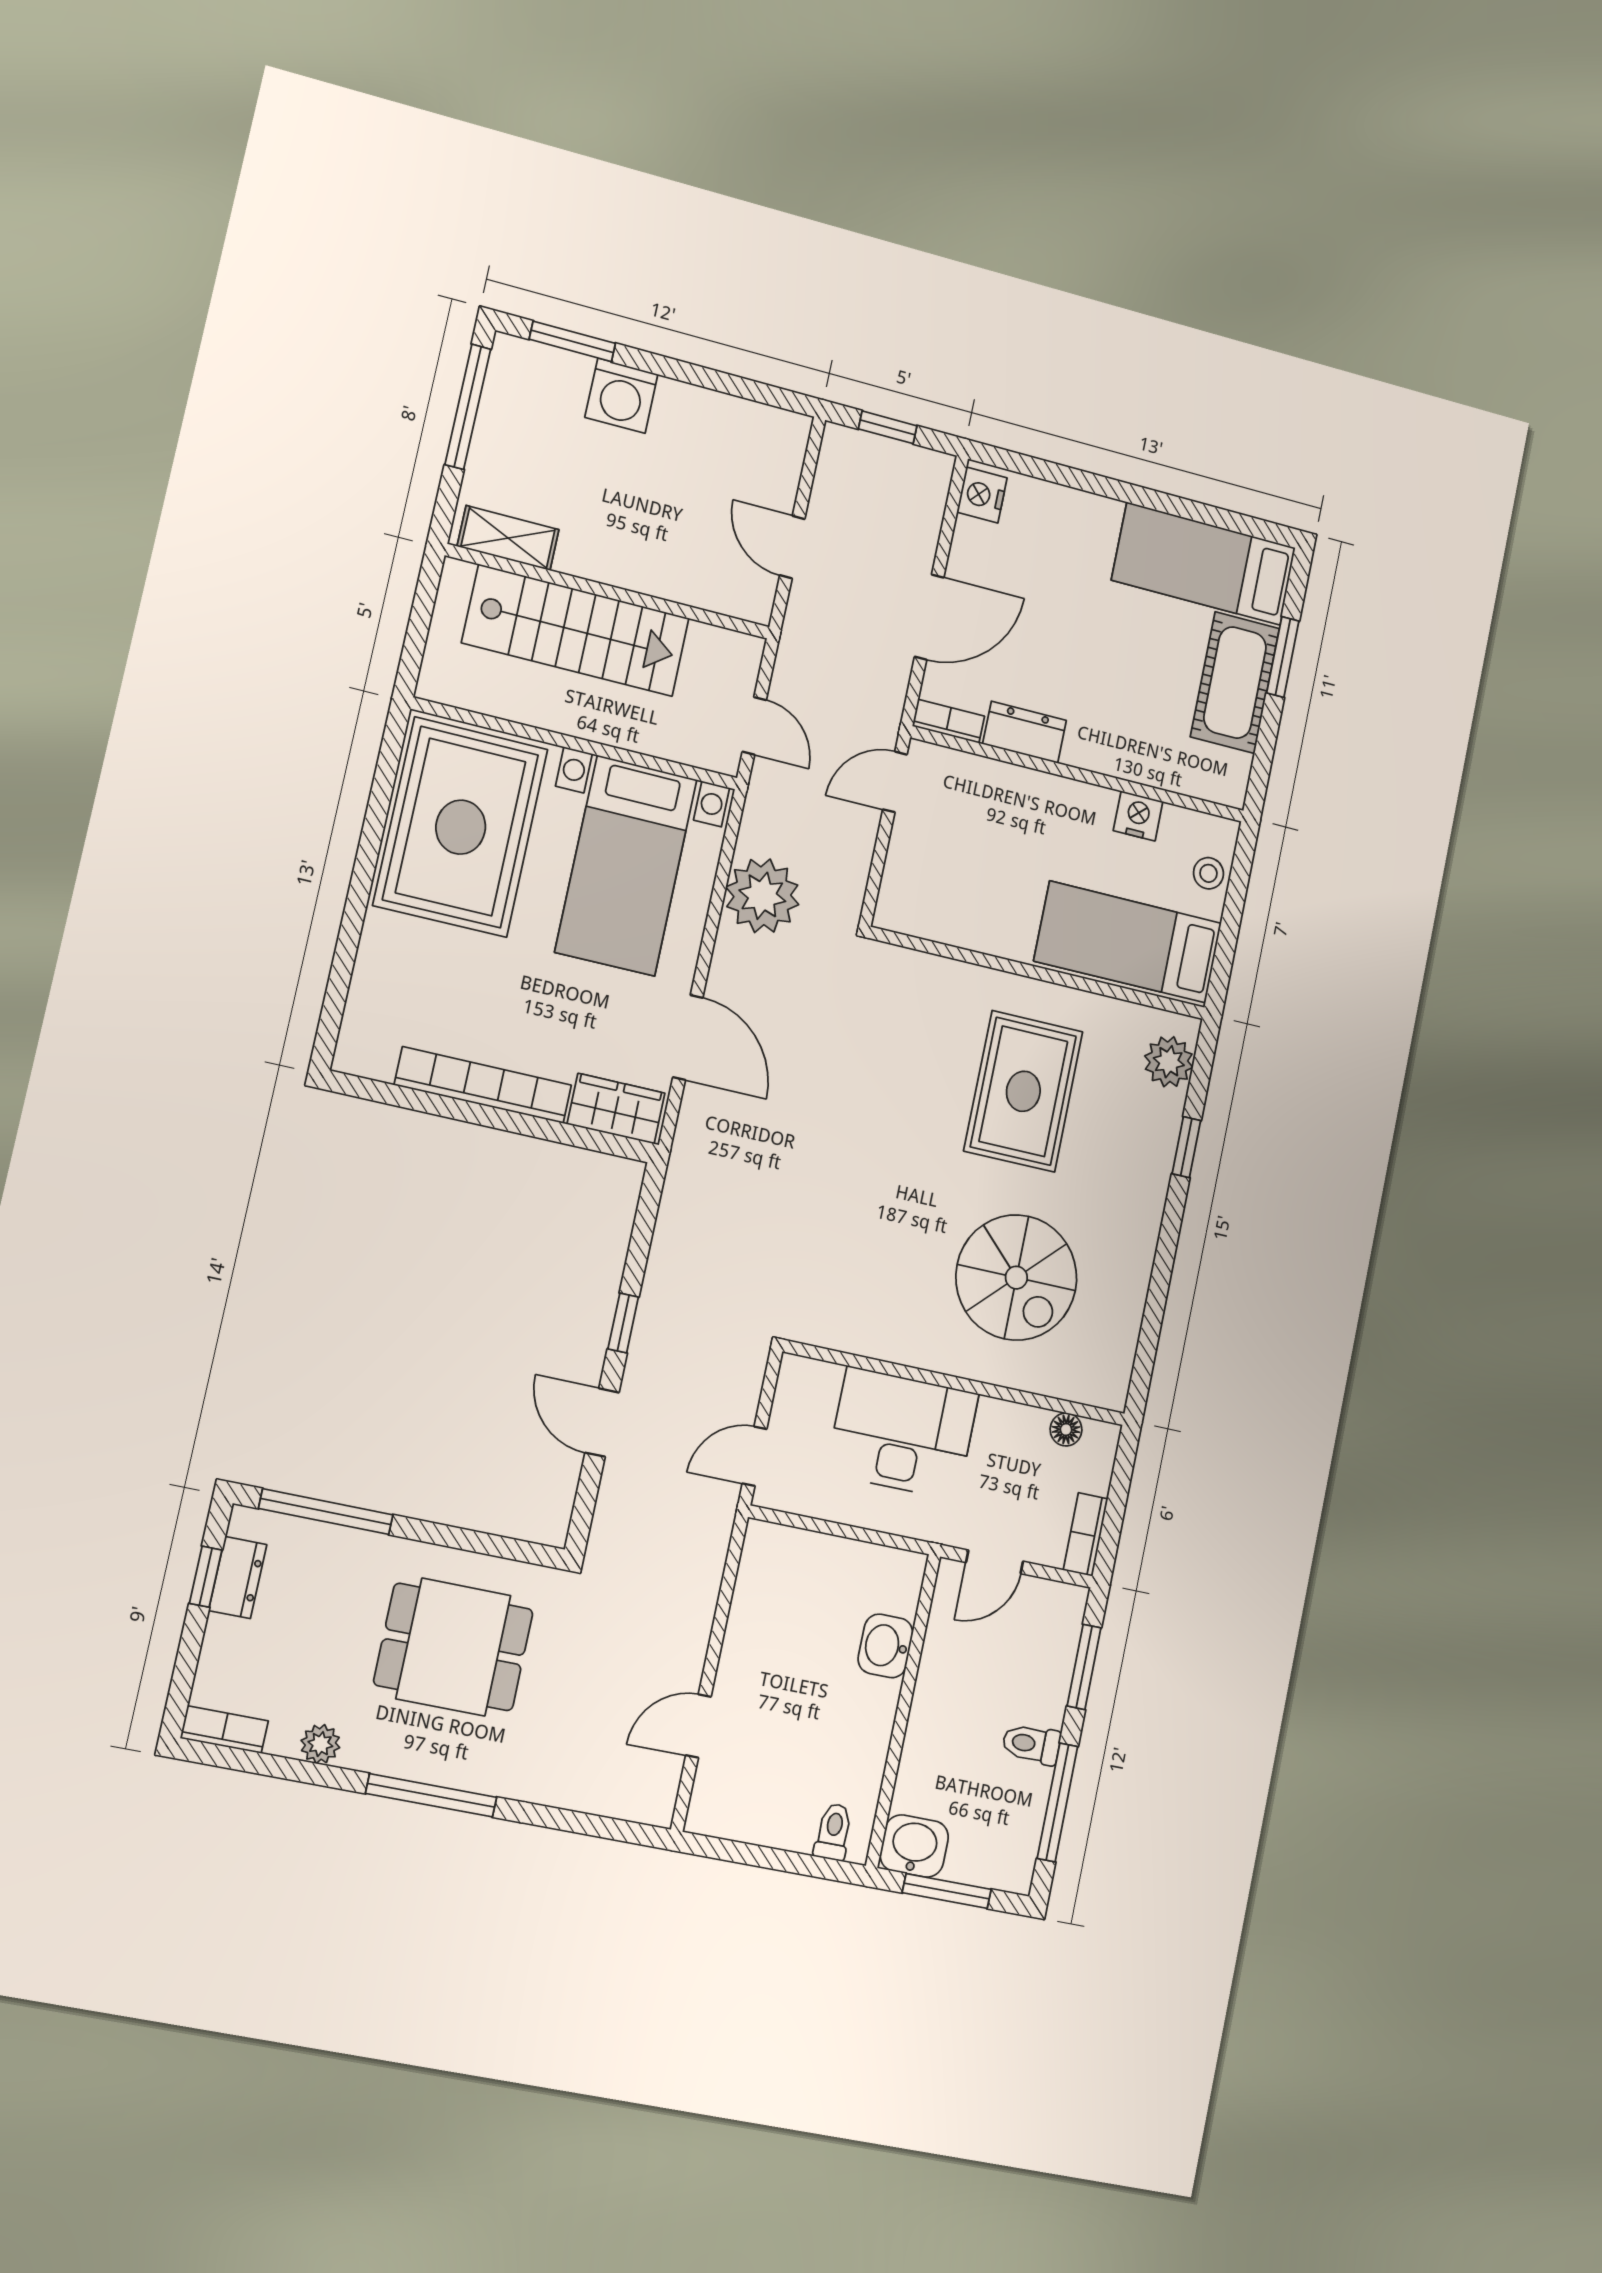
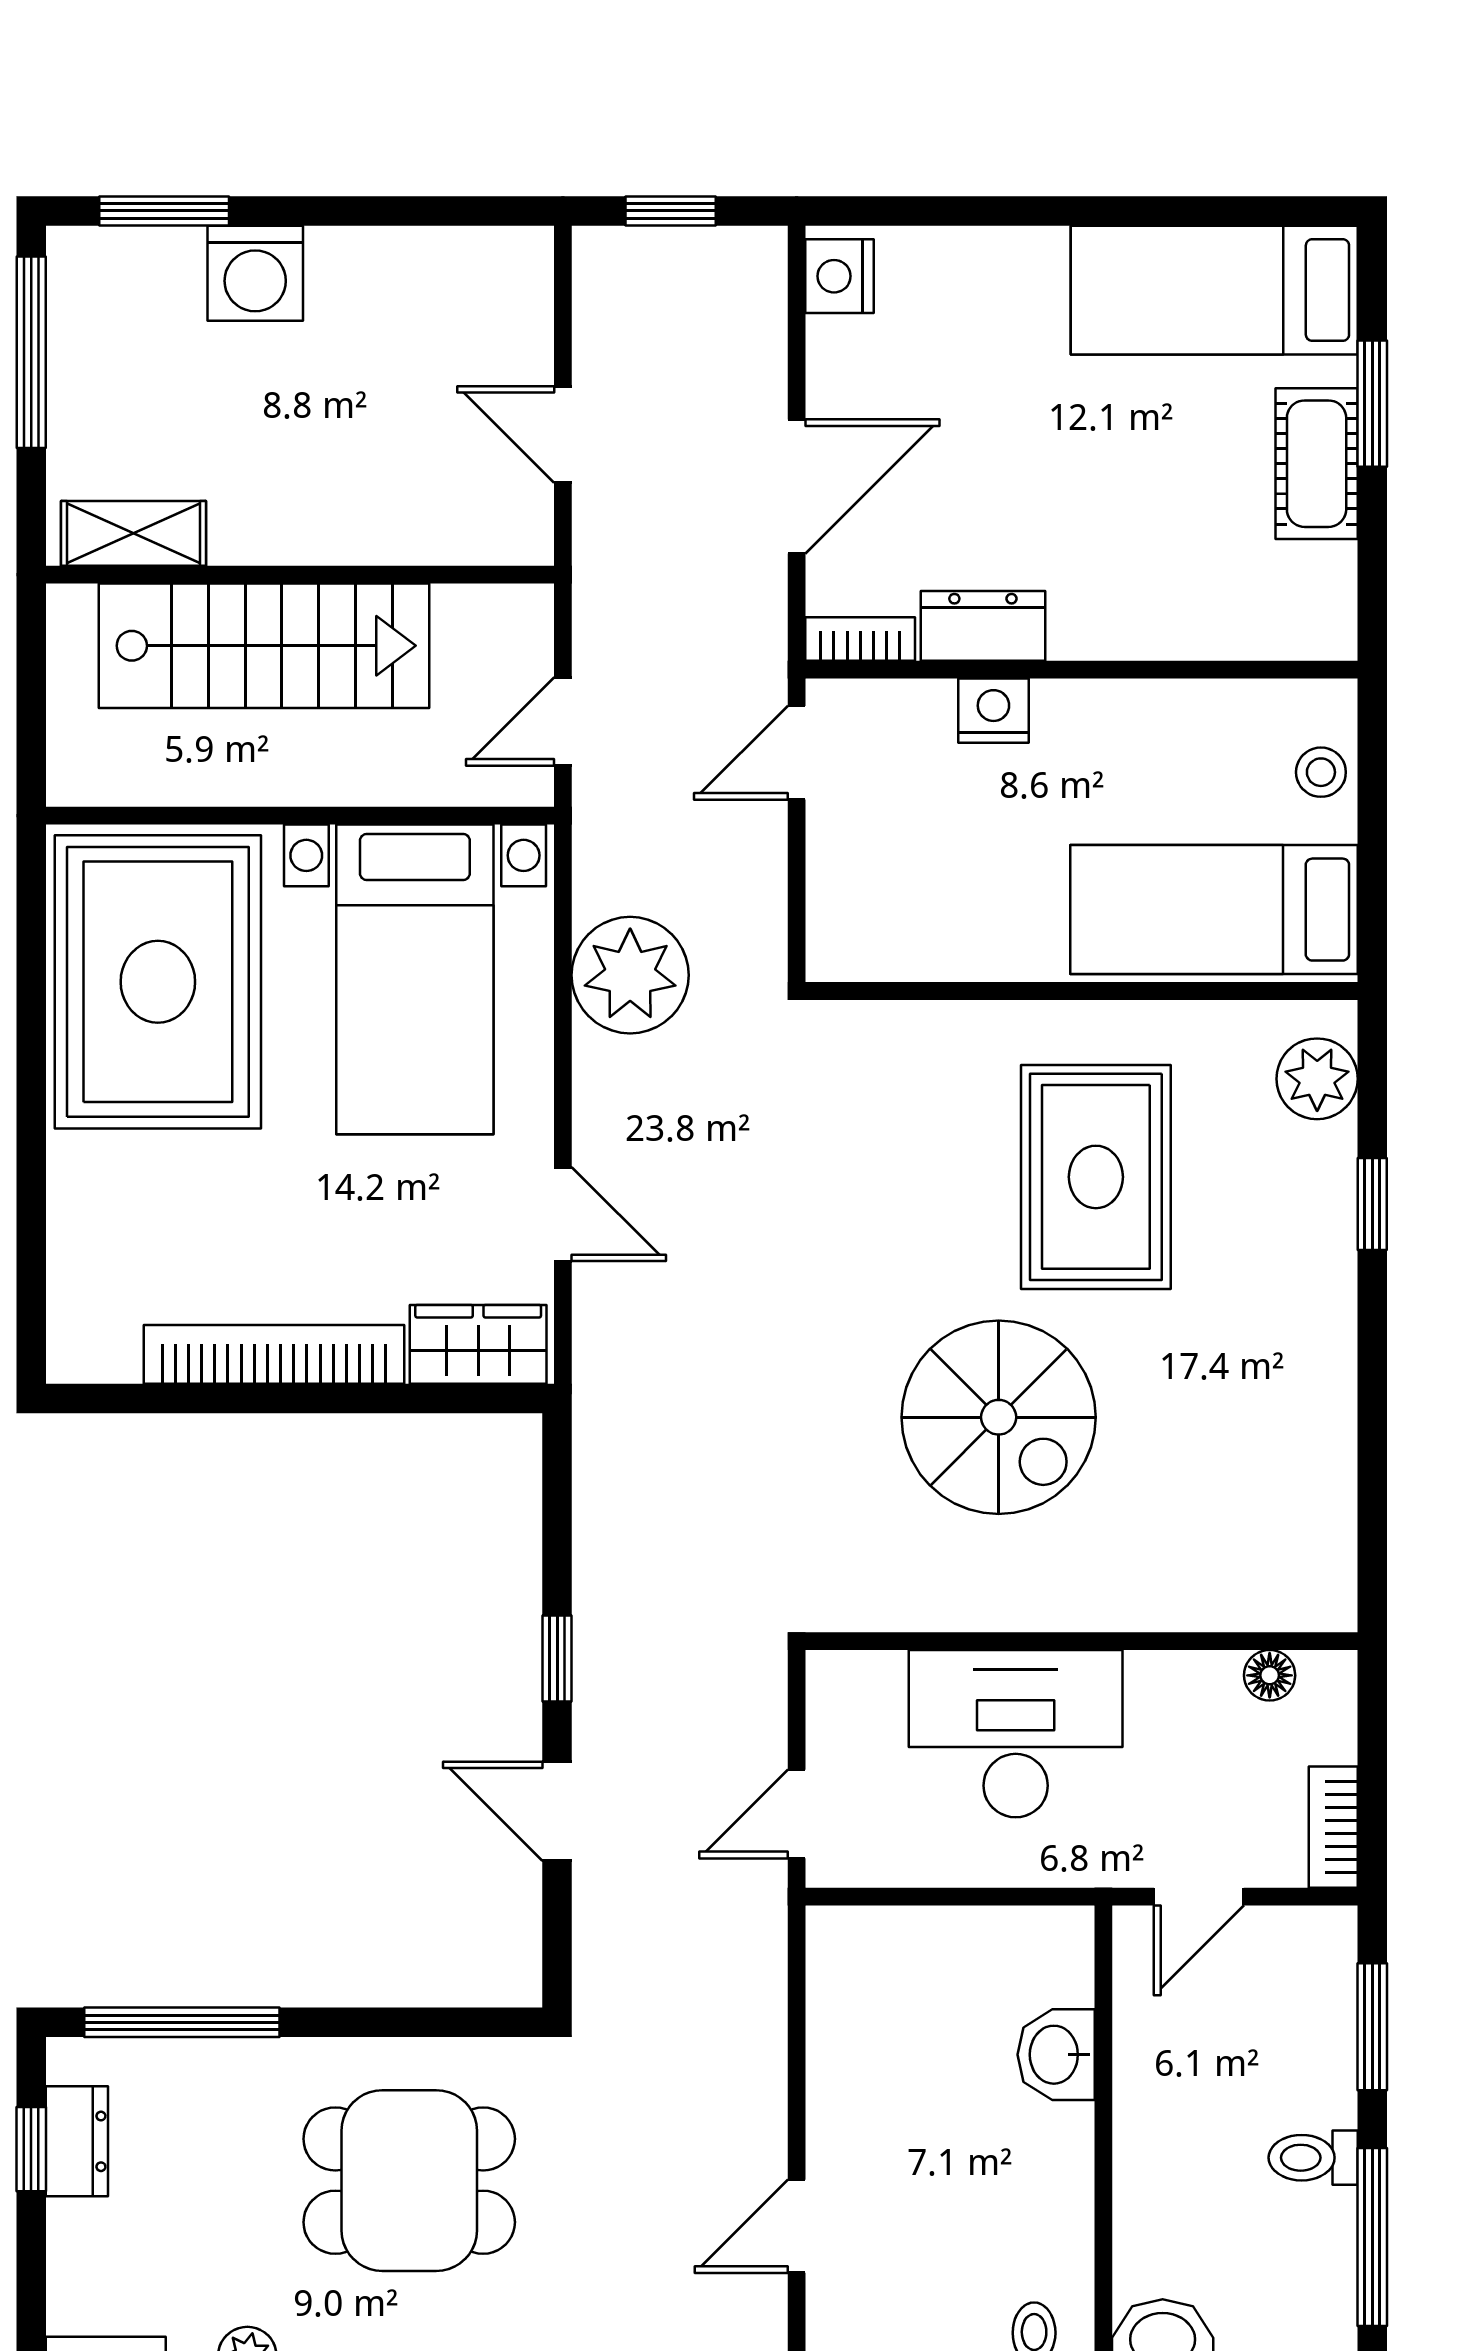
cot: (1235, 683) -> (1317, 464), width x0.73, depth x0.75
door: (754, 726) -> (563, 721), swing flipped
nightstand: (1138, 816) -> (993, 711), moved
door: (688, 1037) -> (563, 1214), width x0.73
spiral stairs: (1016, 1278) -> (999, 1417), moved

